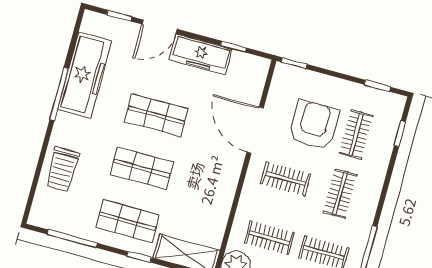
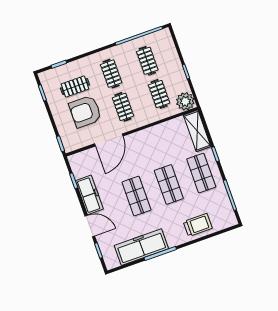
clothes rail: (340, 194) -> (111, 74), turned 90

